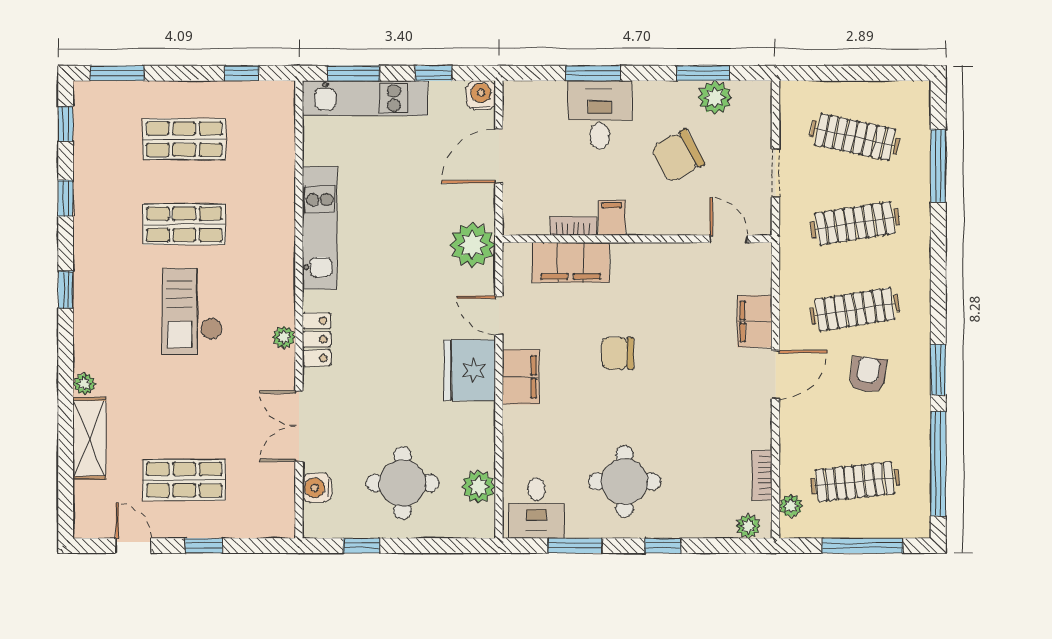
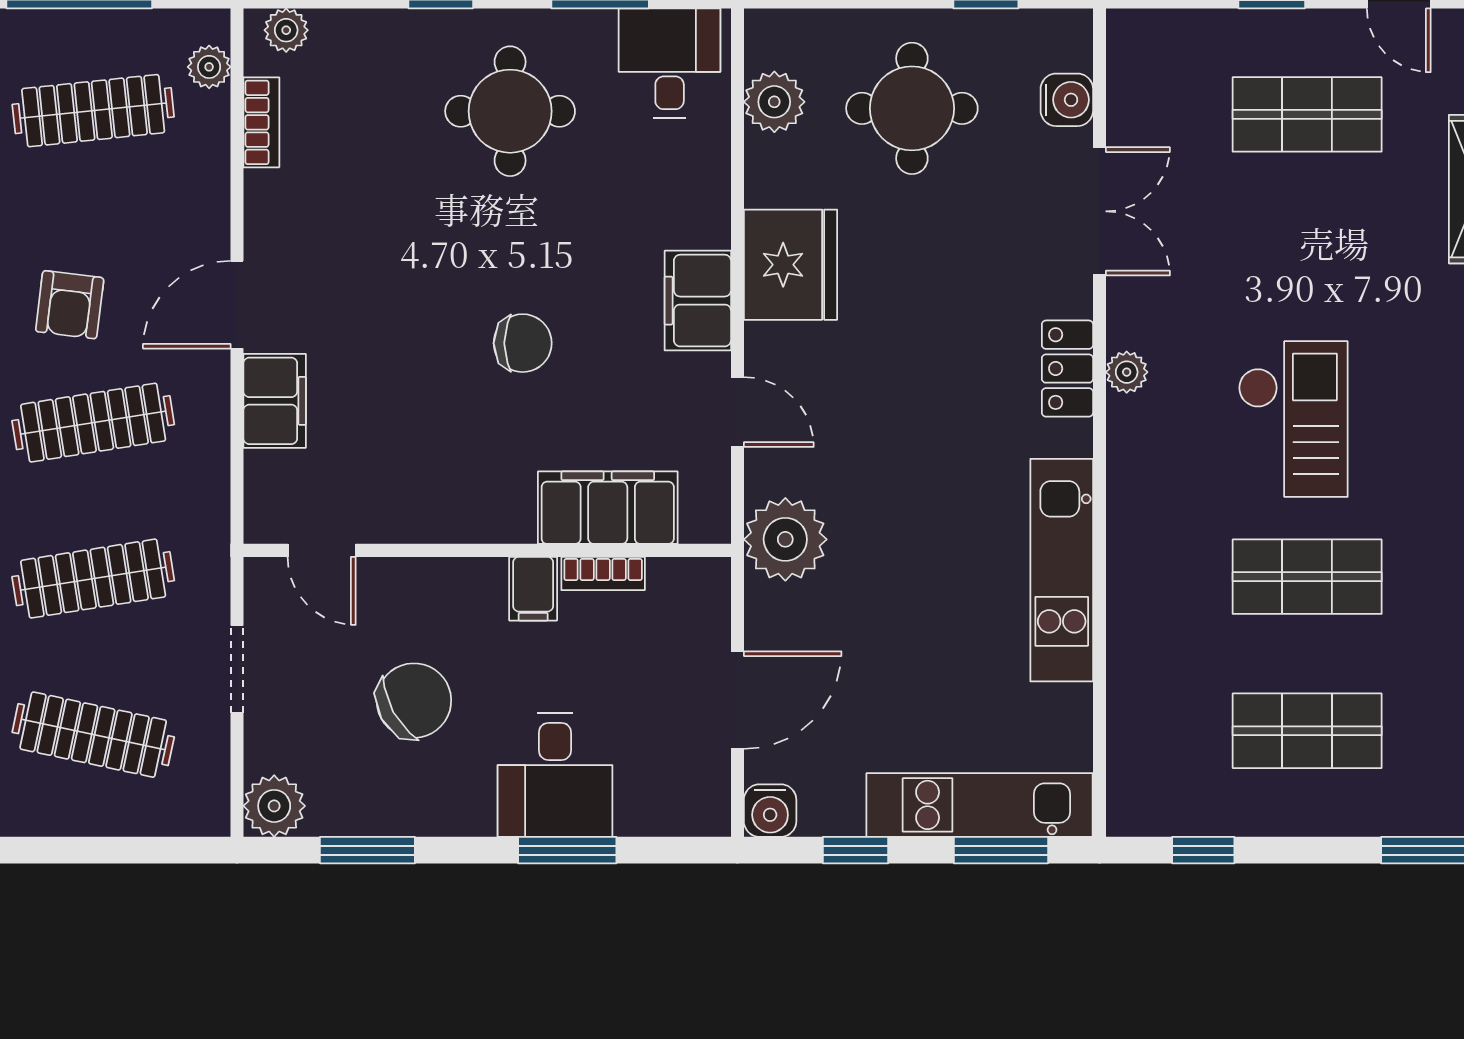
plant: (715, 98) -> (274, 806), moved
fridge: (470, 370) -> (790, 265), moved

